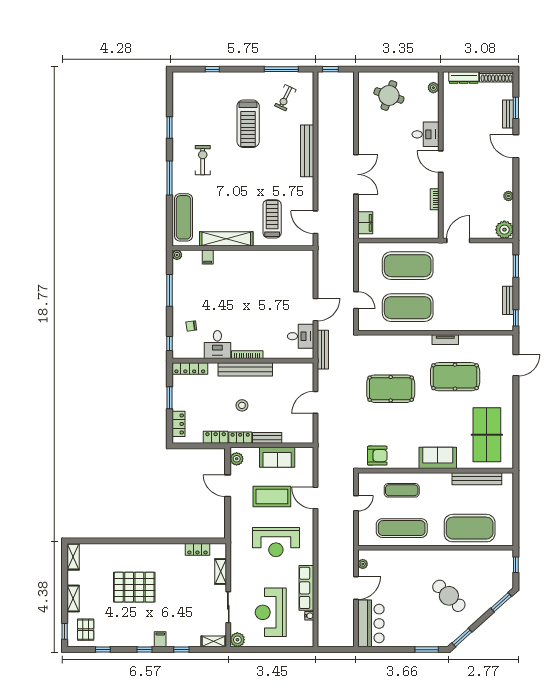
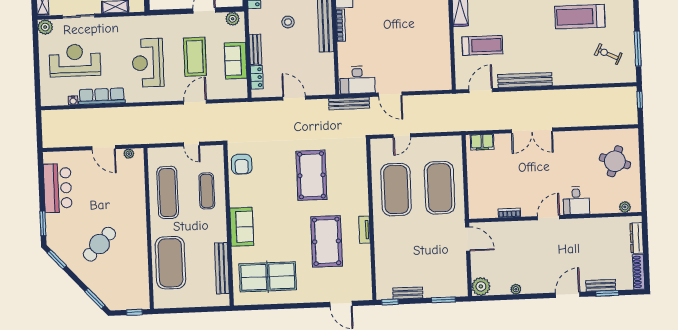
bench: (307, 151) -> (525, 80), moved
desk: (301, 336) -> (357, 80), width x1.37
locker: (240, 438) -> (257, 77), moved
bar counter: (371, 623) -> (58, 188), moved, turned -90

